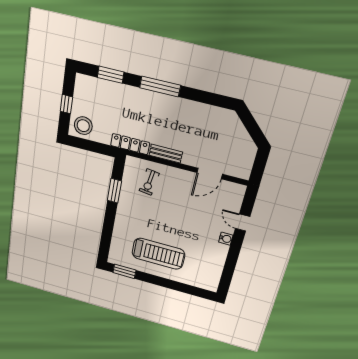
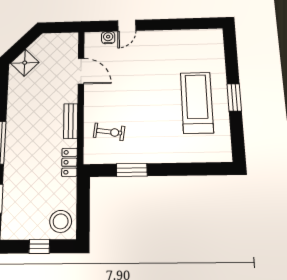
shower: (232, 126) -> (25, 63), added
locker: (130, 144) -> (69, 162), width x0.66
water cooler: (226, 239) -> (108, 38), moved
window: (124, 271) -> (234, 97), moved

